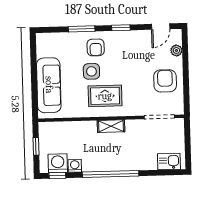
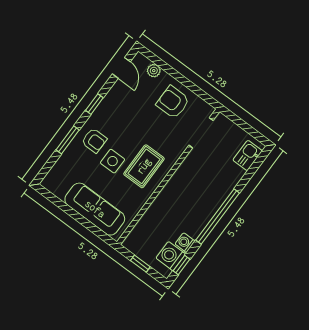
shelving: (111, 126) -> (175, 182), removed

